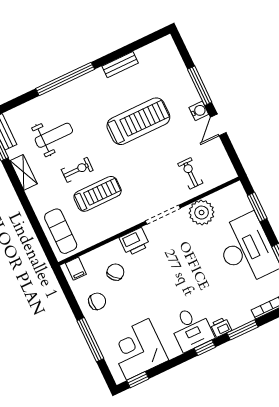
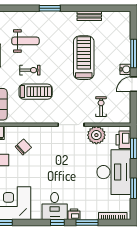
window: (65, 79) -> (50, 8), width x0.47
treadmill: (138, 121) -> (84, 58), turned -90
printer: (135, 242) -> (123, 140), moved, turned 90

